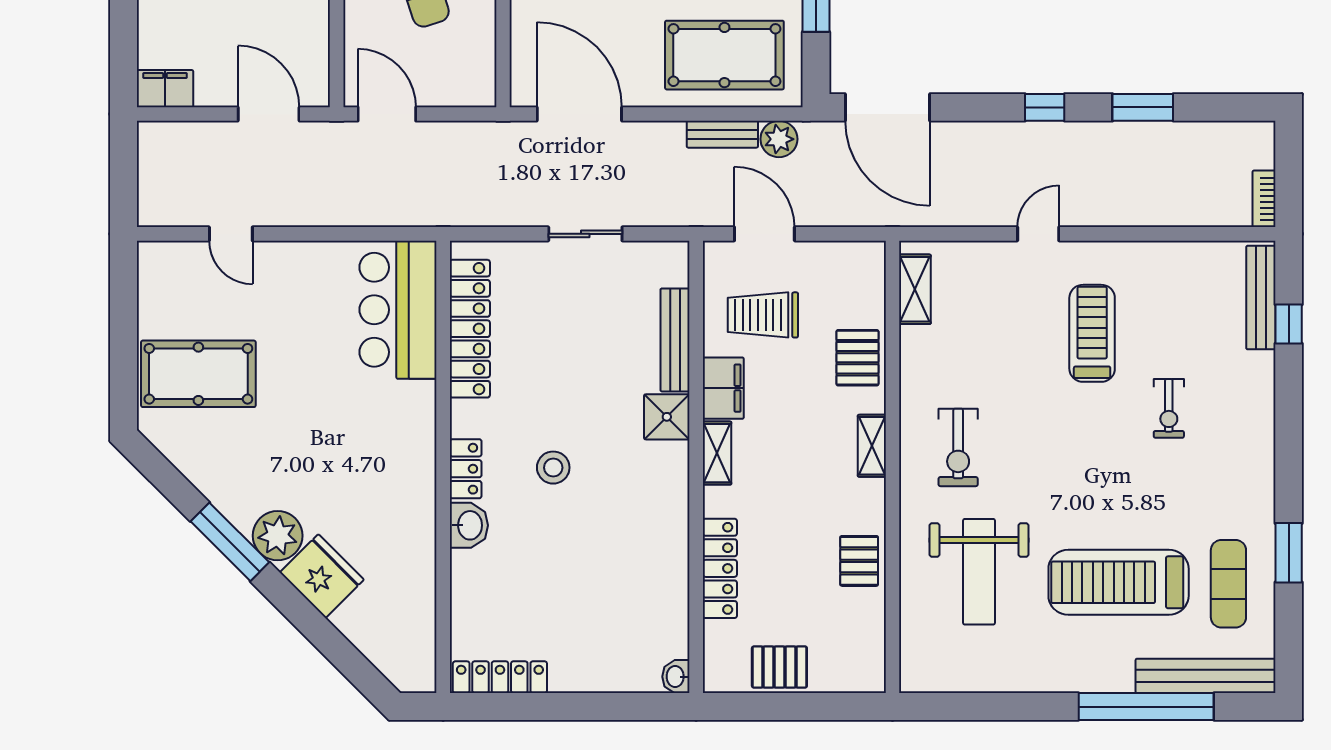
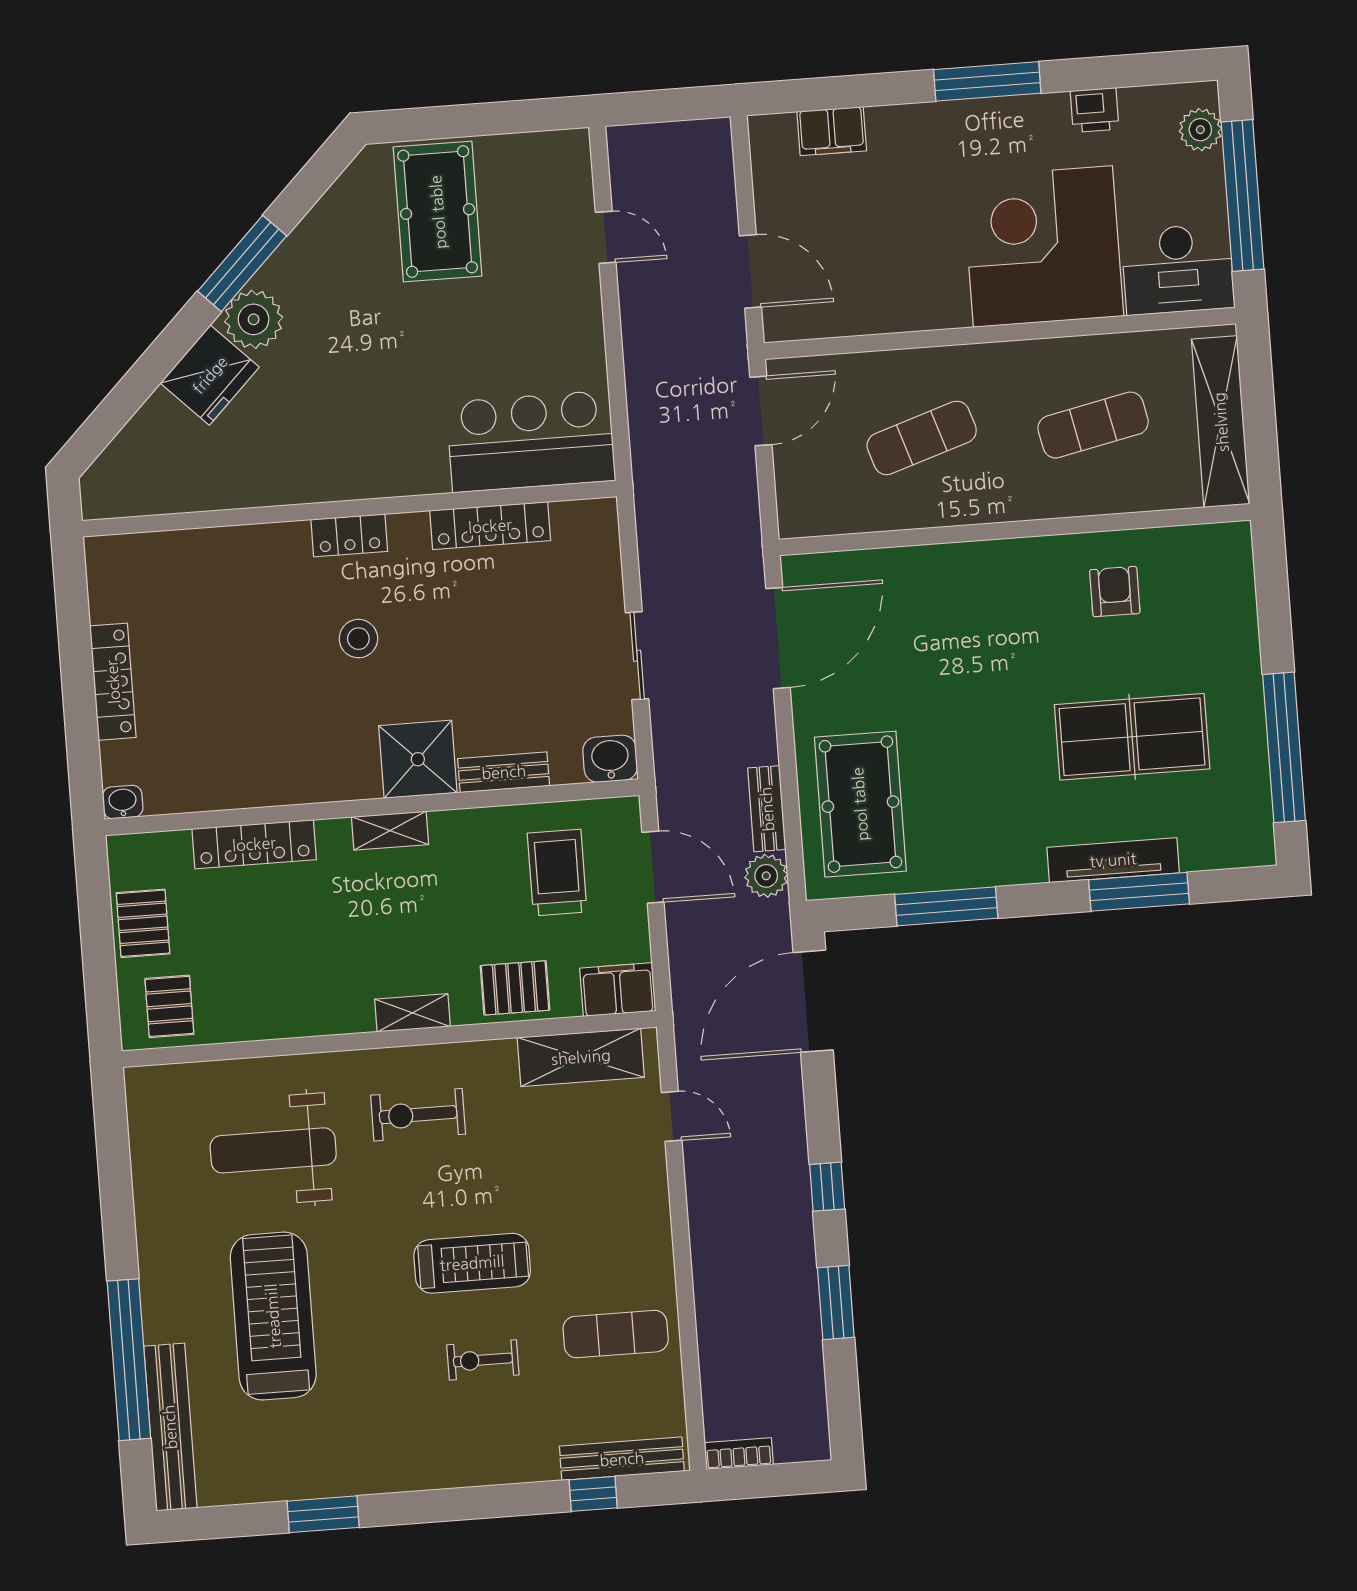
filing cabinet: (165, 89) -> (832, 131), moved, turned 90
door: (269, 114) -> (750, 271), hinge flipped
door: (231, 234) -> (606, 237), swing flipped
door: (764, 234) -> (653, 867), hinge flipped
door: (1038, 234) -> (672, 1116), moved
shelving: (915, 289) -> (581, 1057), width x1.50, depth x1.33
locker: (470, 329) -> (490, 526), width x0.71, depth x0.83
treadmill: (1092, 333) -> (472, 1263), moved
bench: (675, 340) -> (504, 772), width x0.73
filing cabinet: (723, 388) -> (618, 990), moved, turned 180
shower: (667, 417) -> (418, 759), width x1.36, depth x1.36
washbasin: (469, 525) -> (610, 759), moved, turned 180
pallet: (859, 561) -> (169, 1006), moved, turned 90
exercise mat: (1228, 584) -> (616, 1334), moved
locker: (500, 677) -> (113, 682), moved

